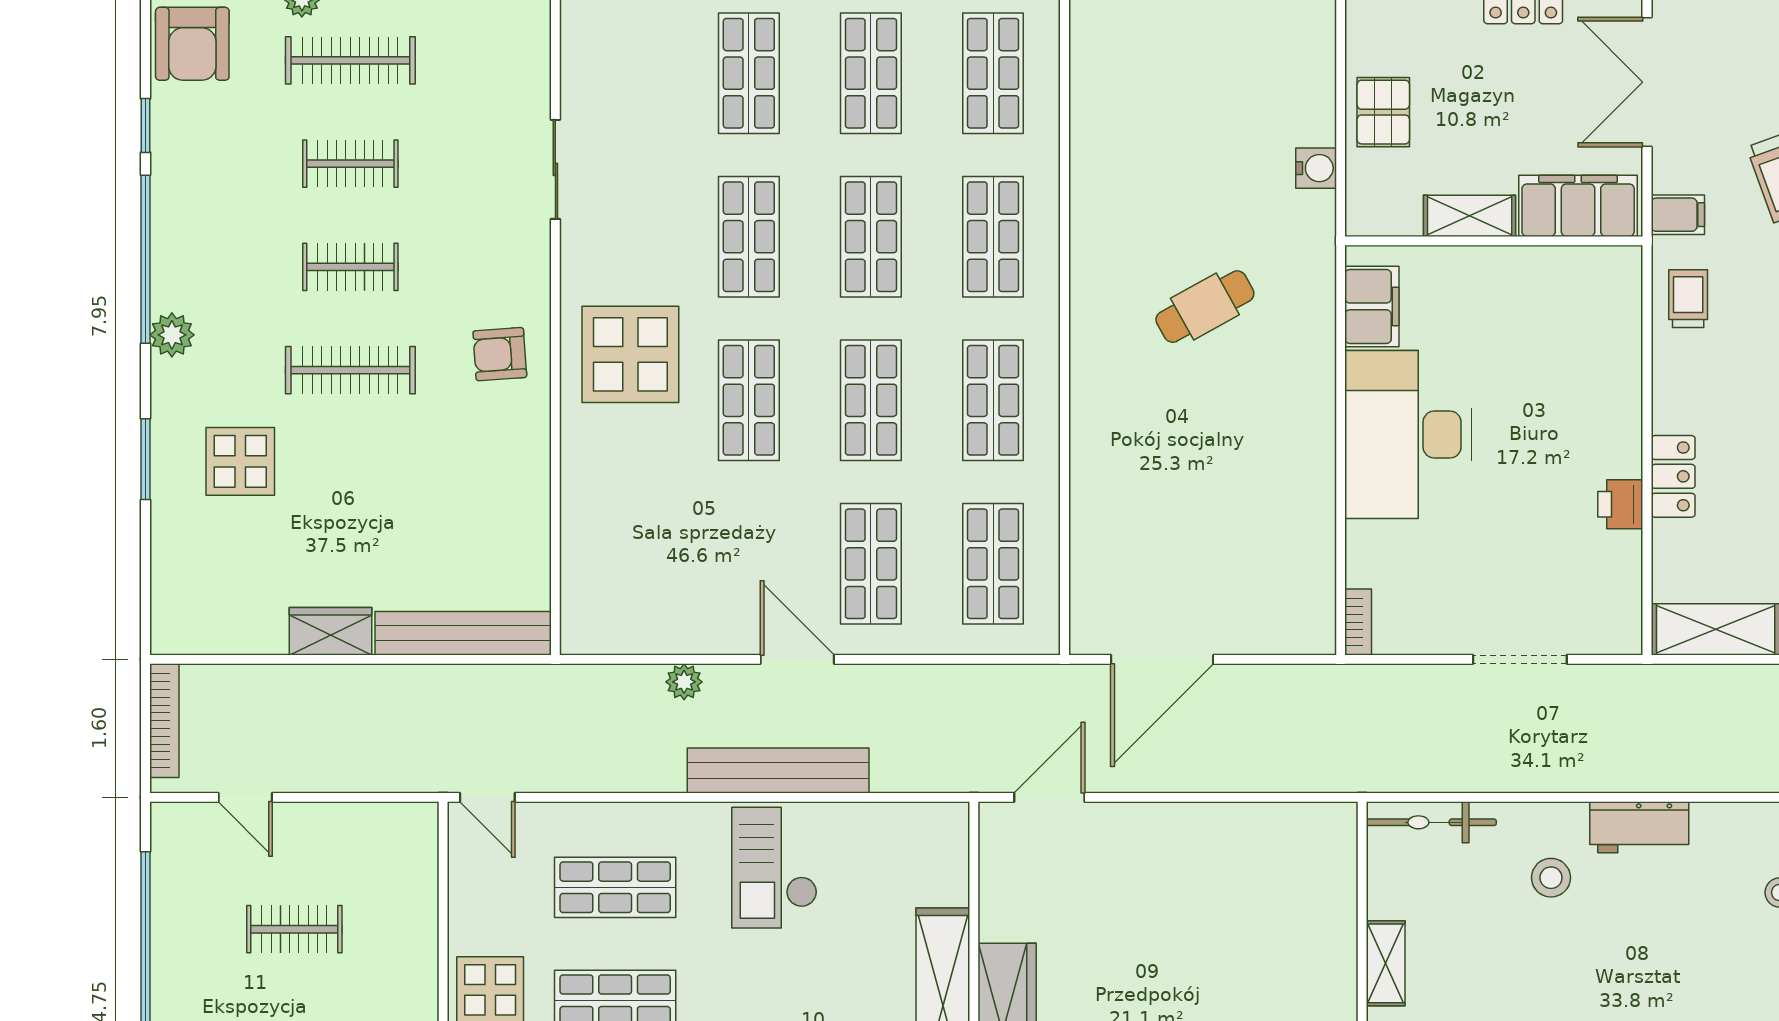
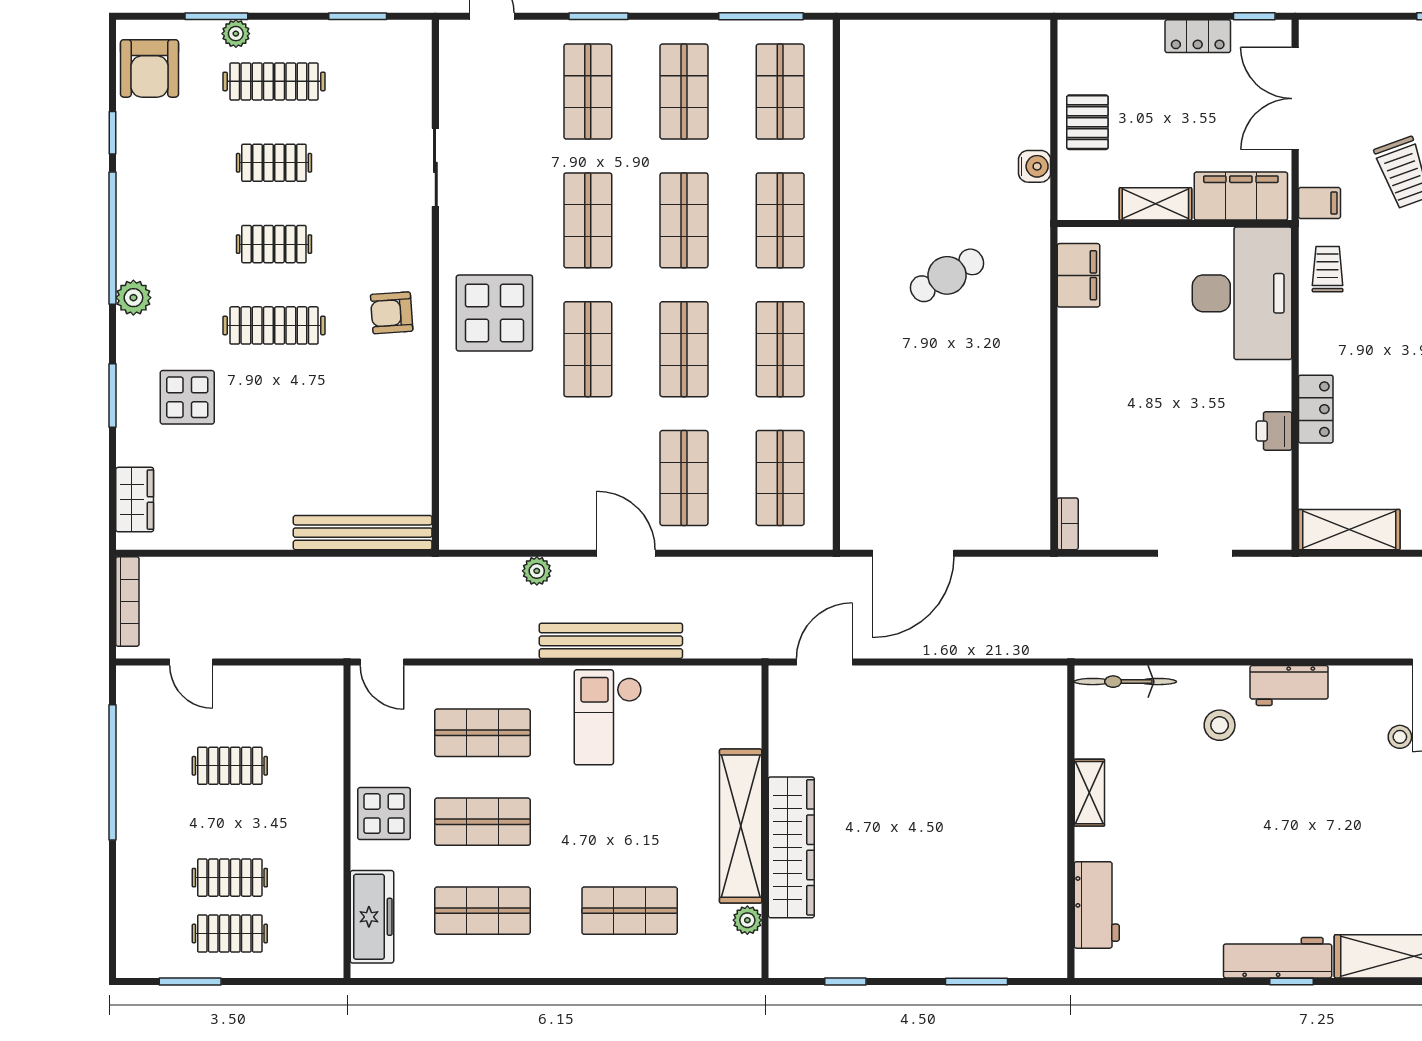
desk: (1408, 435) -> (1242, 293), moved, turned 180
wardrobe: (331, 631) -> (135, 500), moved, turned 90

